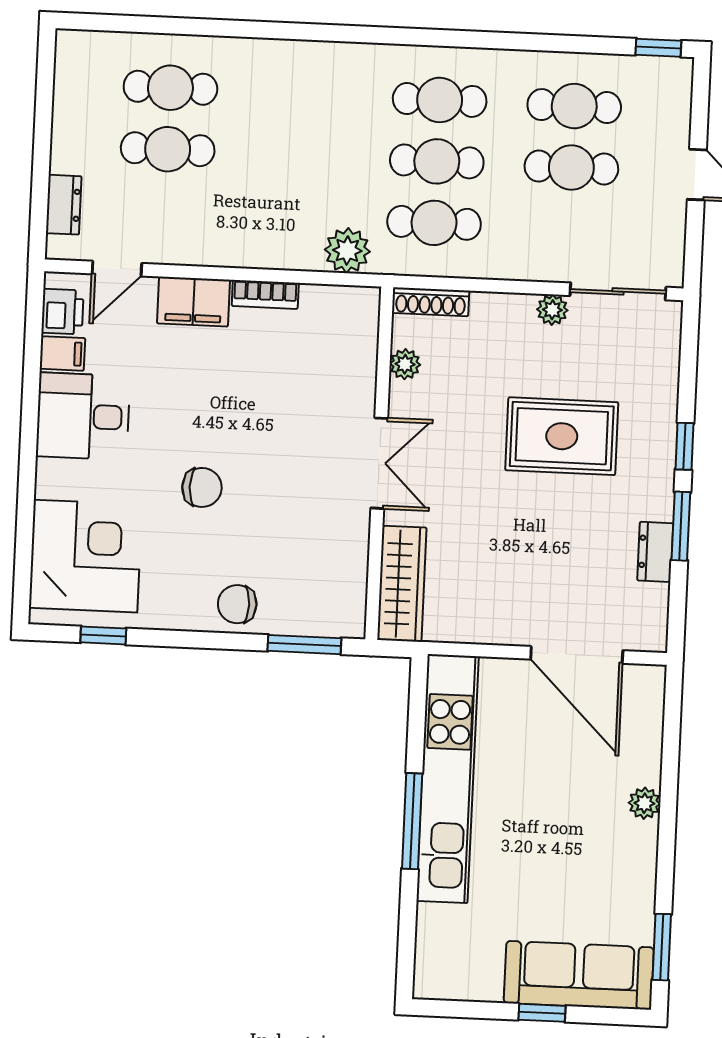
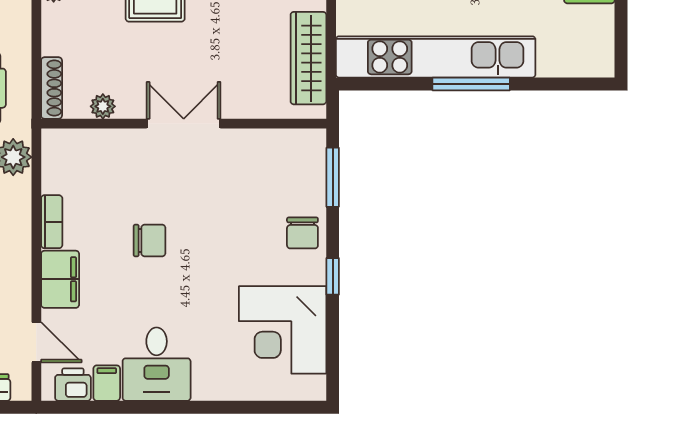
chair: (202, 487) -> (150, 240), moved, turned 90
corner desk: (86, 556) -> (283, 330), moved, turned -90
wardrobe: (402, 584) -> (308, 58), moved, turned -90
window: (103, 635) -> (333, 276), moved

